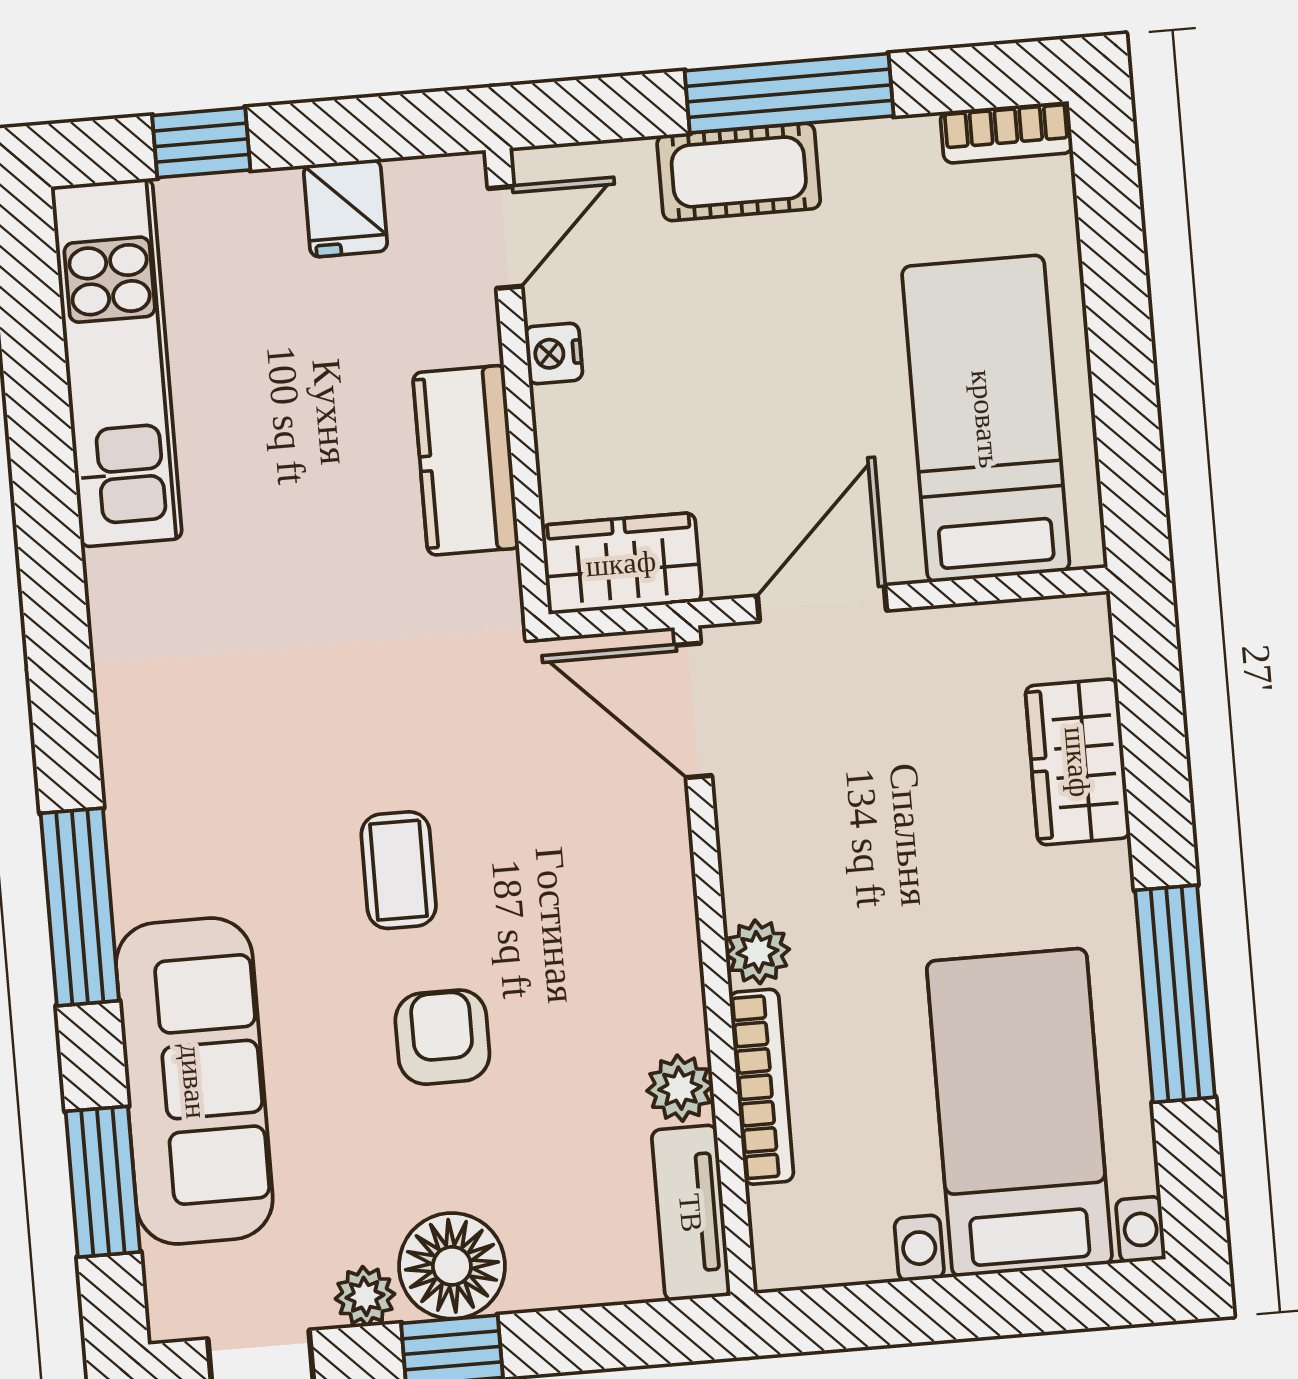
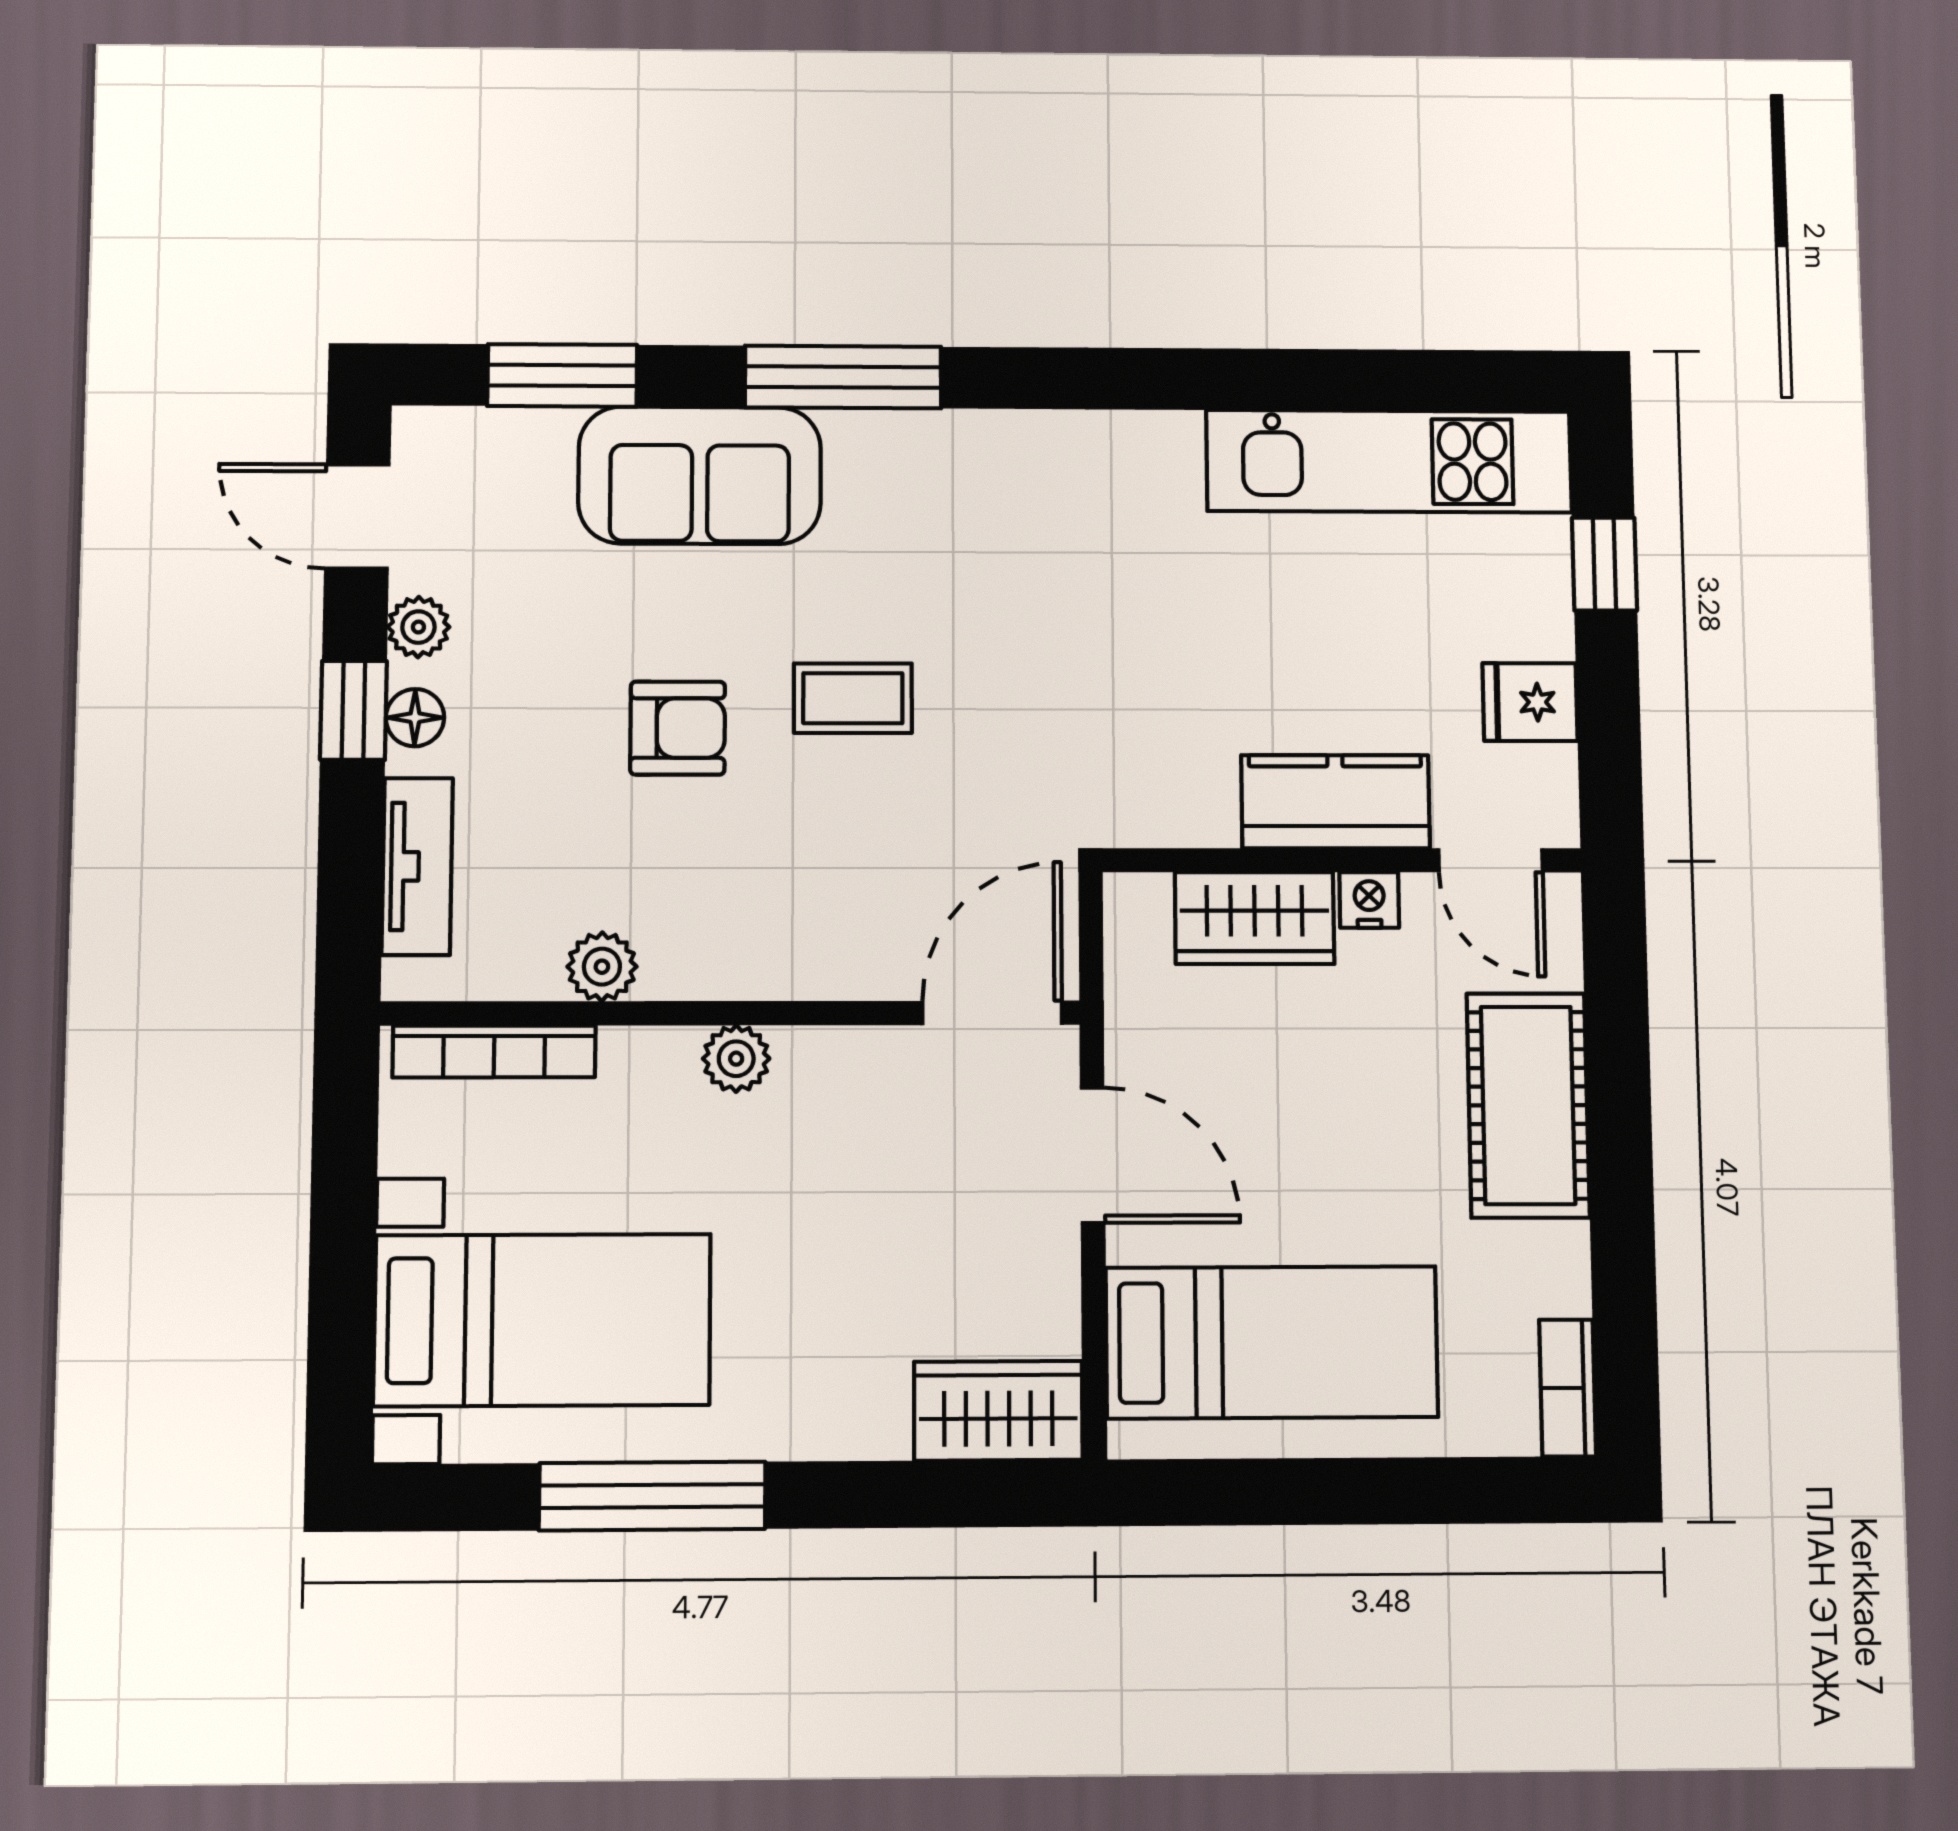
window: (789, 93) -> (1621, 1164), removed
cot: (739, 172) -> (1528, 1105), width x1.37, depth x1.34
kitchen counter: (466, 460) -> (1336, 802), moved
wardrobe: (621, 563) -> (1255, 918), moved, turned 90
wardrobe: (1078, 762) -> (998, 1411), moved
sofa: (194, 1081) -> (700, 475), width x0.73
bookcase: (761, 1087) -> (494, 1051), moved
tv unit: (691, 1213) -> (417, 866), moved, turned 90
floor lamp: (452, 1266) -> (415, 718), width x0.53, depth x0.53

